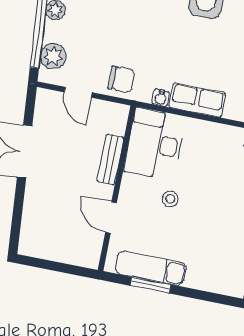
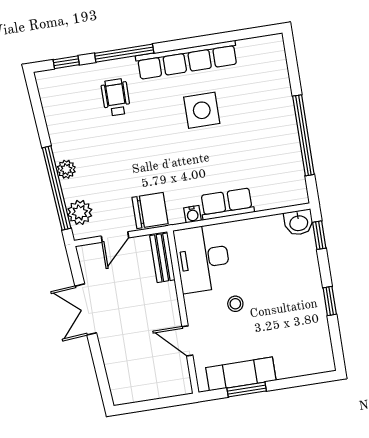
chair: (121, 79) -> (150, 211), width x1.37, depth x1.37
door: (78, 92) -> (115, 237), hinge flipped
bench: (110, 159) -> (162, 258), moved

